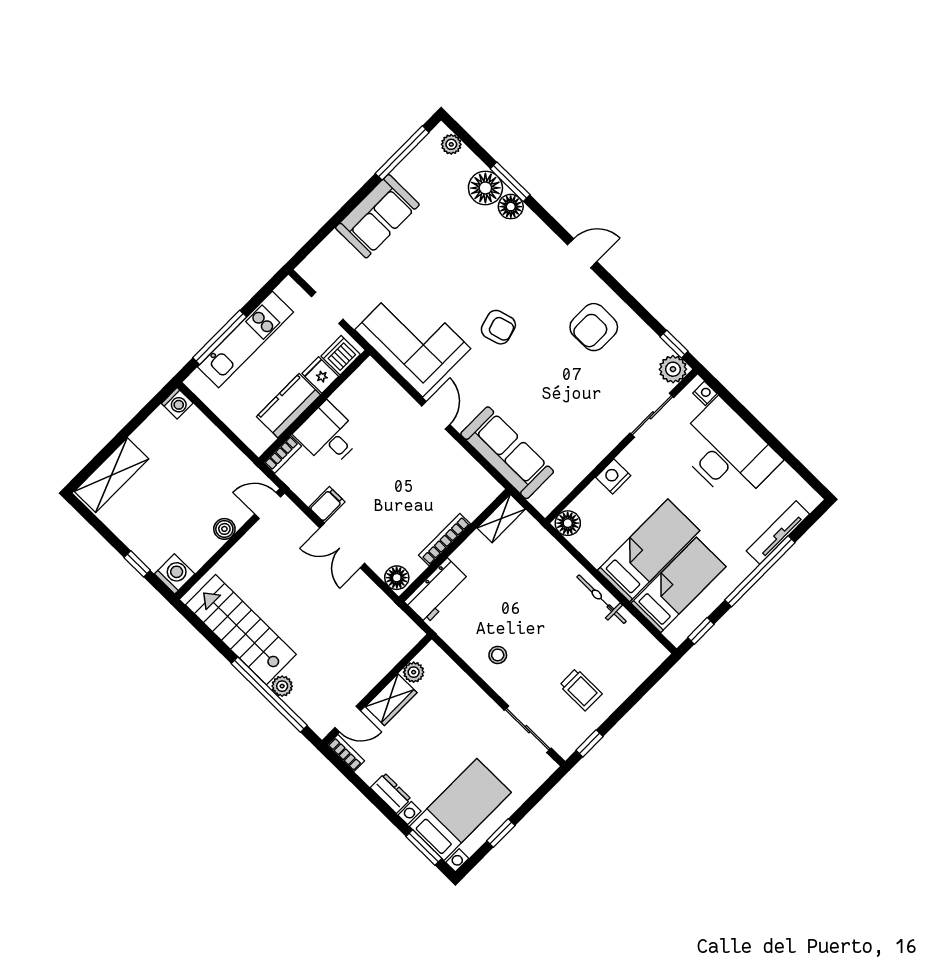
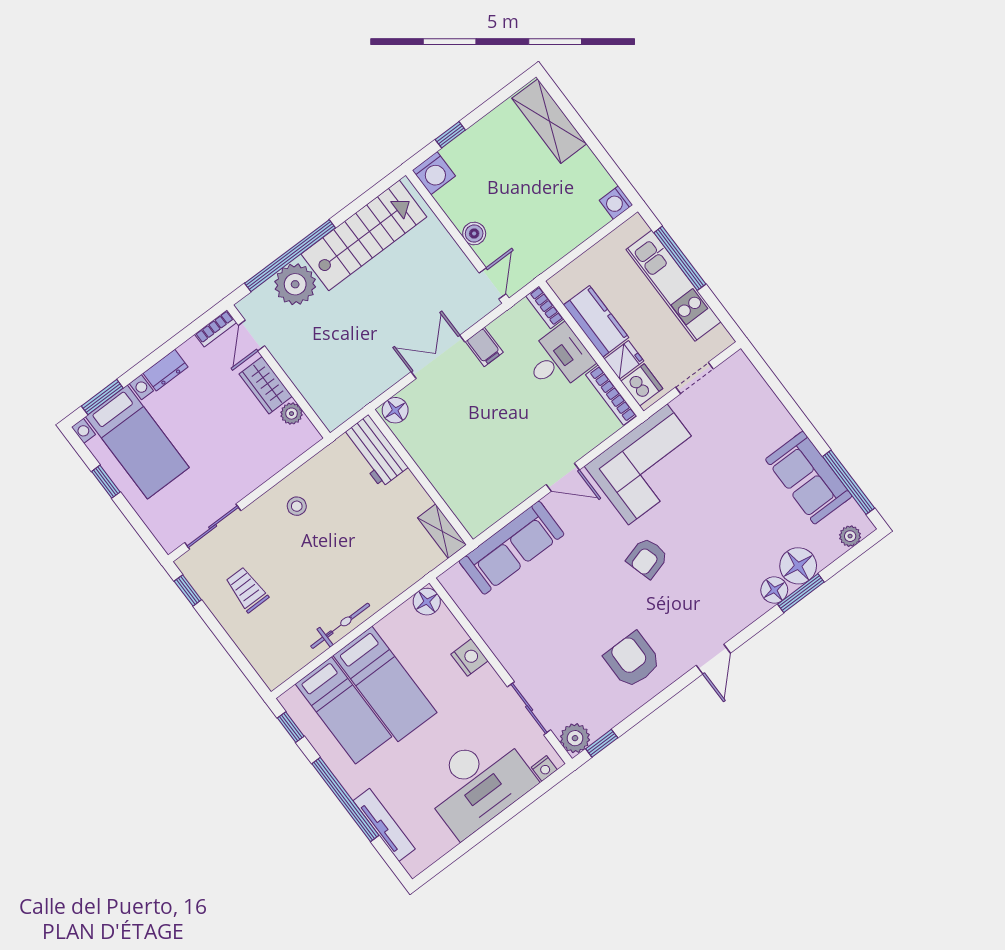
sofa: (377, 216) -> (809, 478), moved
bookcase: (445, 540) -> (611, 395), moved, turned 180
plant: (282, 686) -> (295, 284), width x1.88, depth x1.88
trolley: (581, 690) -> (247, 590), turned 90

